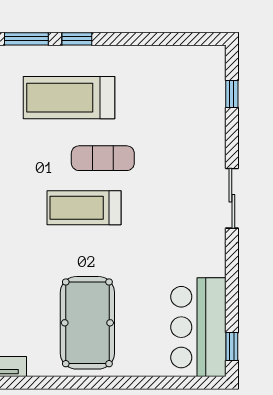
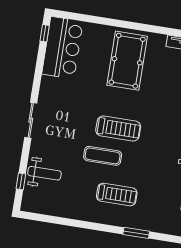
window: (77, 39) -> (107, 228), removed
treadmill: (69, 98) -> (117, 195), width x0.73, depth x0.73
weight bench: (195, 114) -> (44, 173), added

